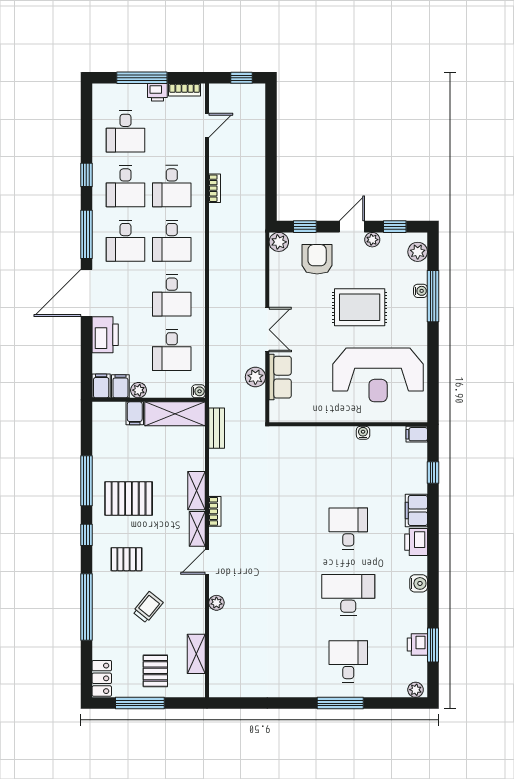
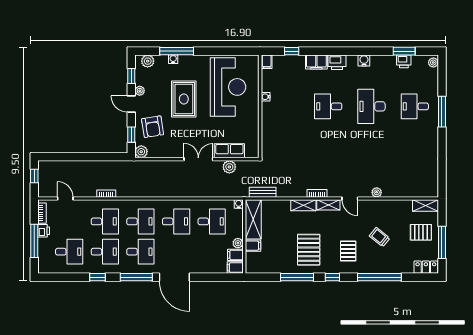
armchair: (317, 259) -> (153, 127), turned -99
printer: (105, 335) -> (202, 265), removed
shelving: (196, 654) -> (425, 206), moved

